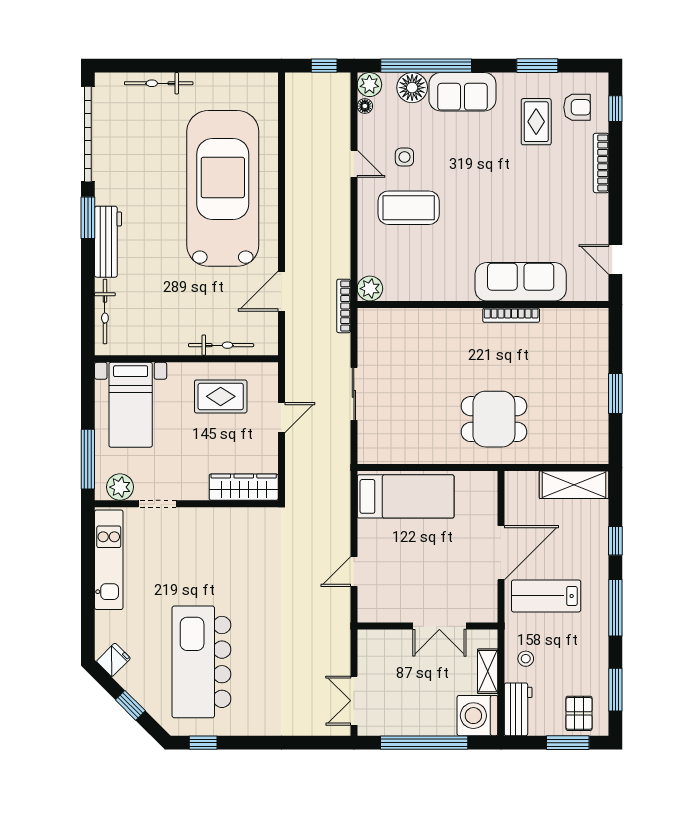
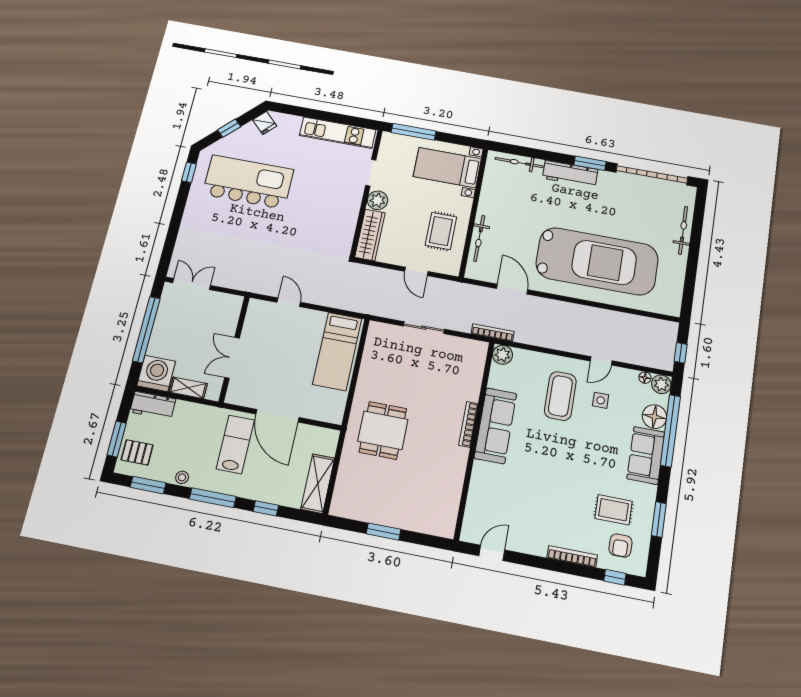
sofa: (521, 282) -> (495, 426), moved
bookcase: (511, 315) -> (469, 424), moved
plant: (120, 487) -> (378, 200), moved
stool: (526, 659) -> (182, 477), moved

